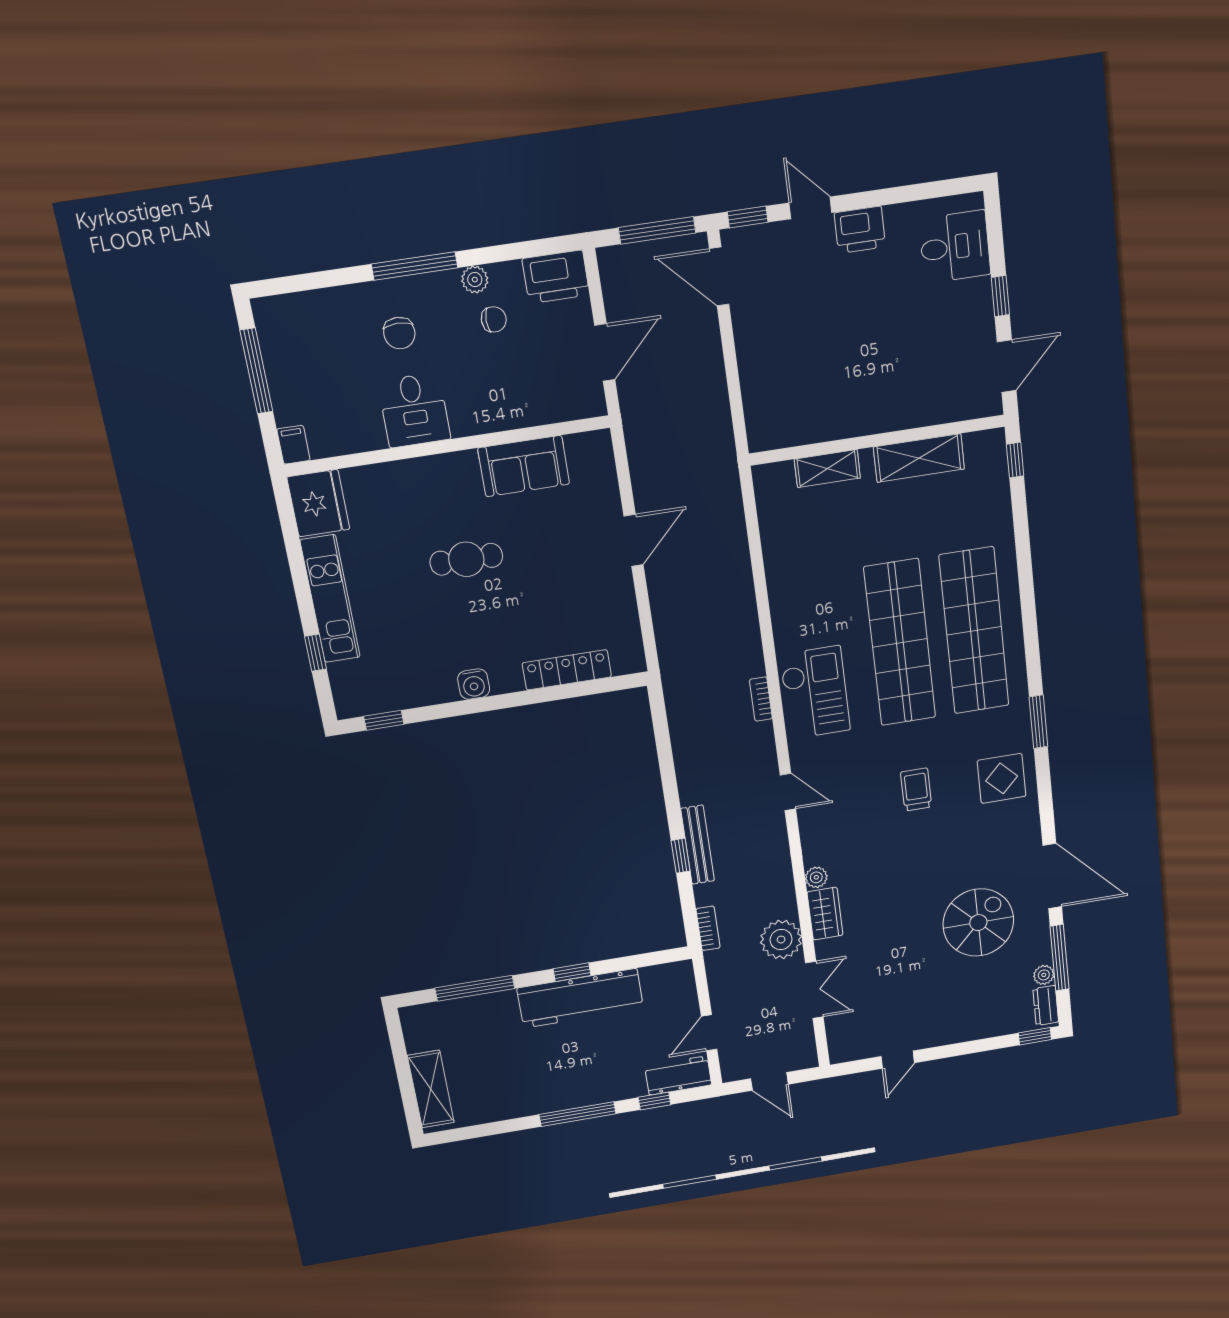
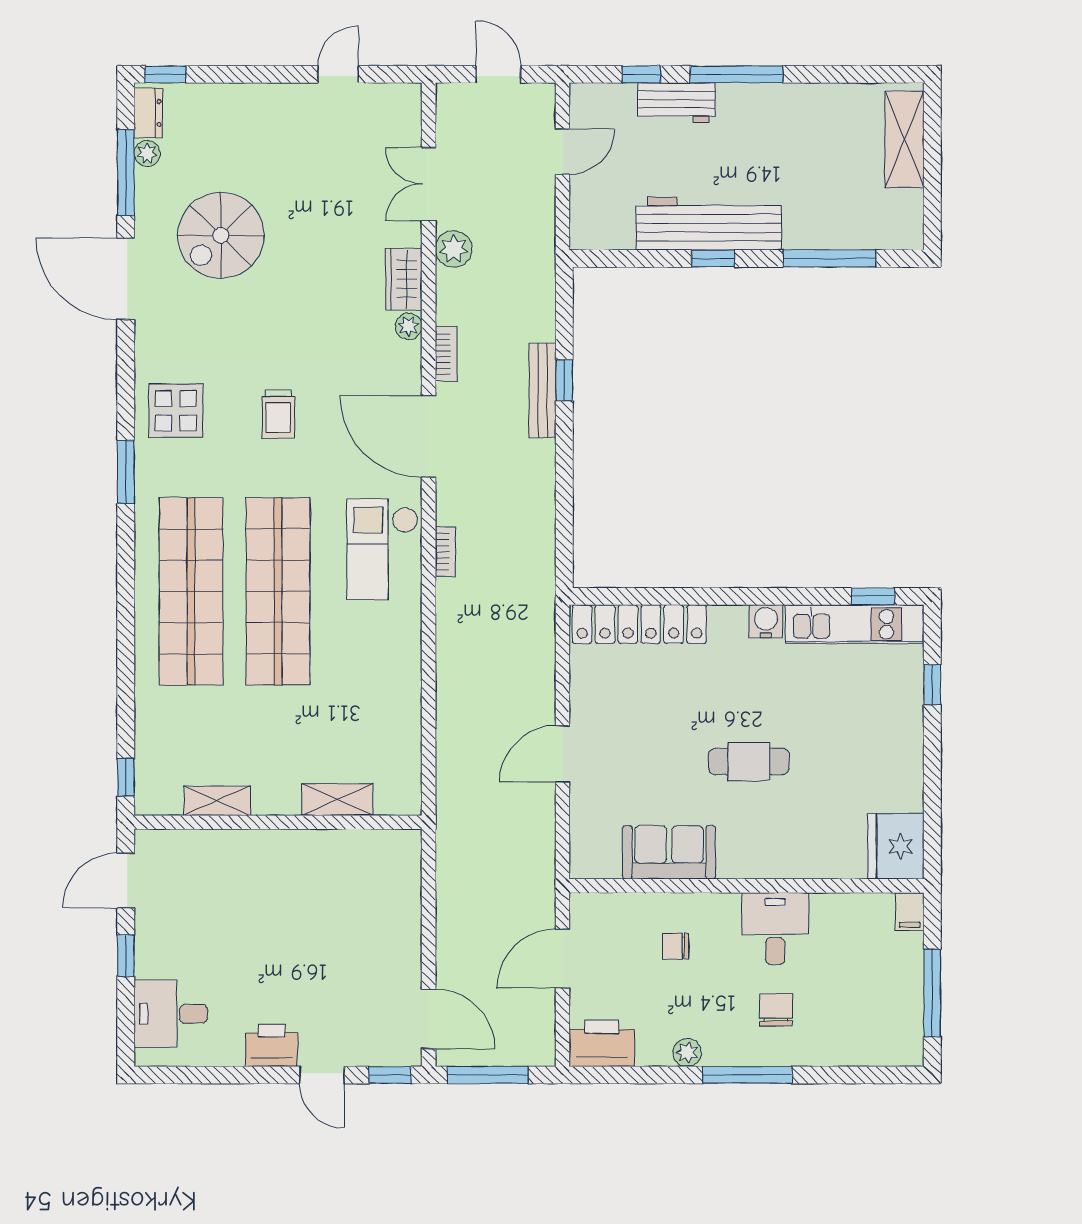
chair: (494, 319) -> (675, 946), moved
shelving: (919, 458) -> (217, 801), width x0.67, depth x0.75
kitchen unit: (330, 599) -> (855, 624), moved, turned -90
locker: (567, 670) -> (639, 624), width x1.41, depth x1.21
door: (788, 792) -> (429, 436), width x1.87
bookcase: (708, 928) -> (446, 354), moved, turned 180
plant: (781, 940) -> (454, 249), width x0.73, depth x0.73
workbench: (678, 1076) -> (676, 103), moved

